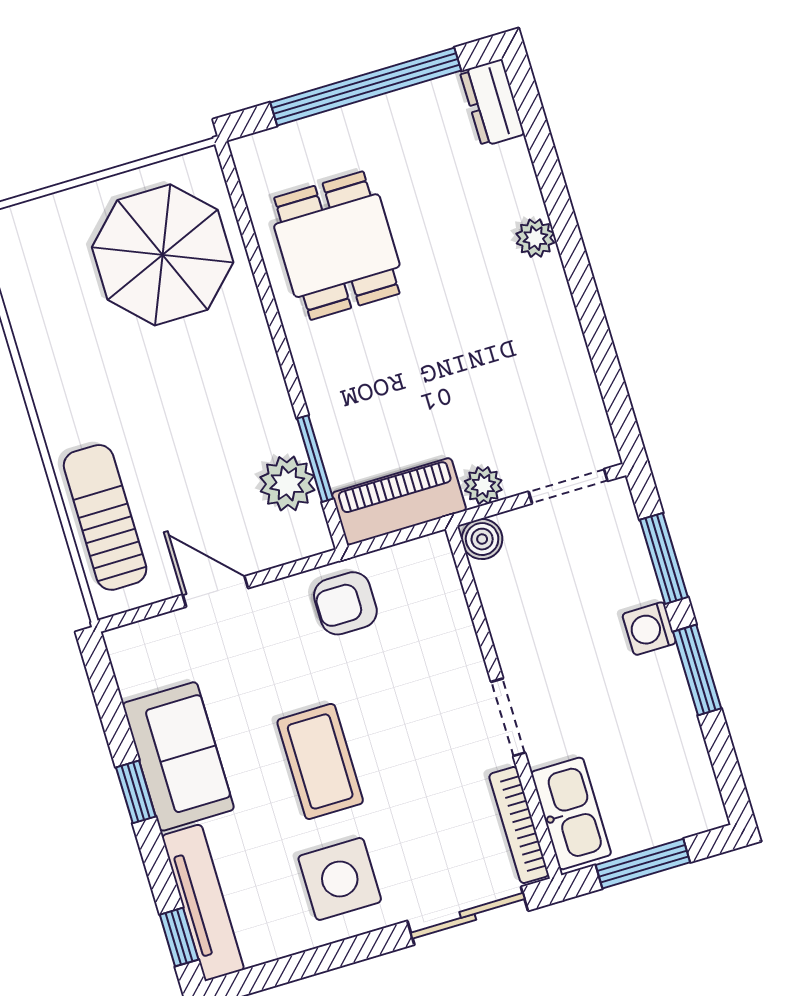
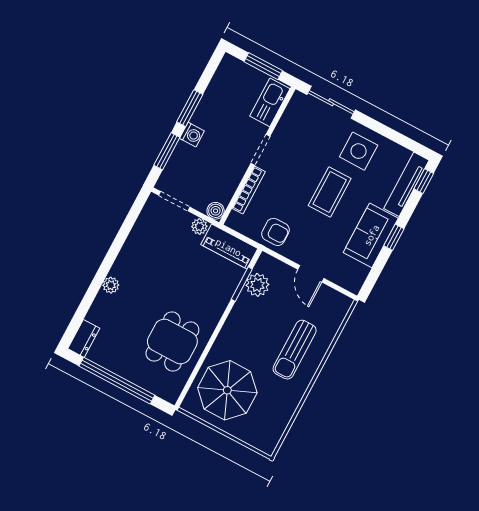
sun lounger: (105, 517) -> (295, 350), moved
bookcase: (519, 825) -> (249, 190), moved

